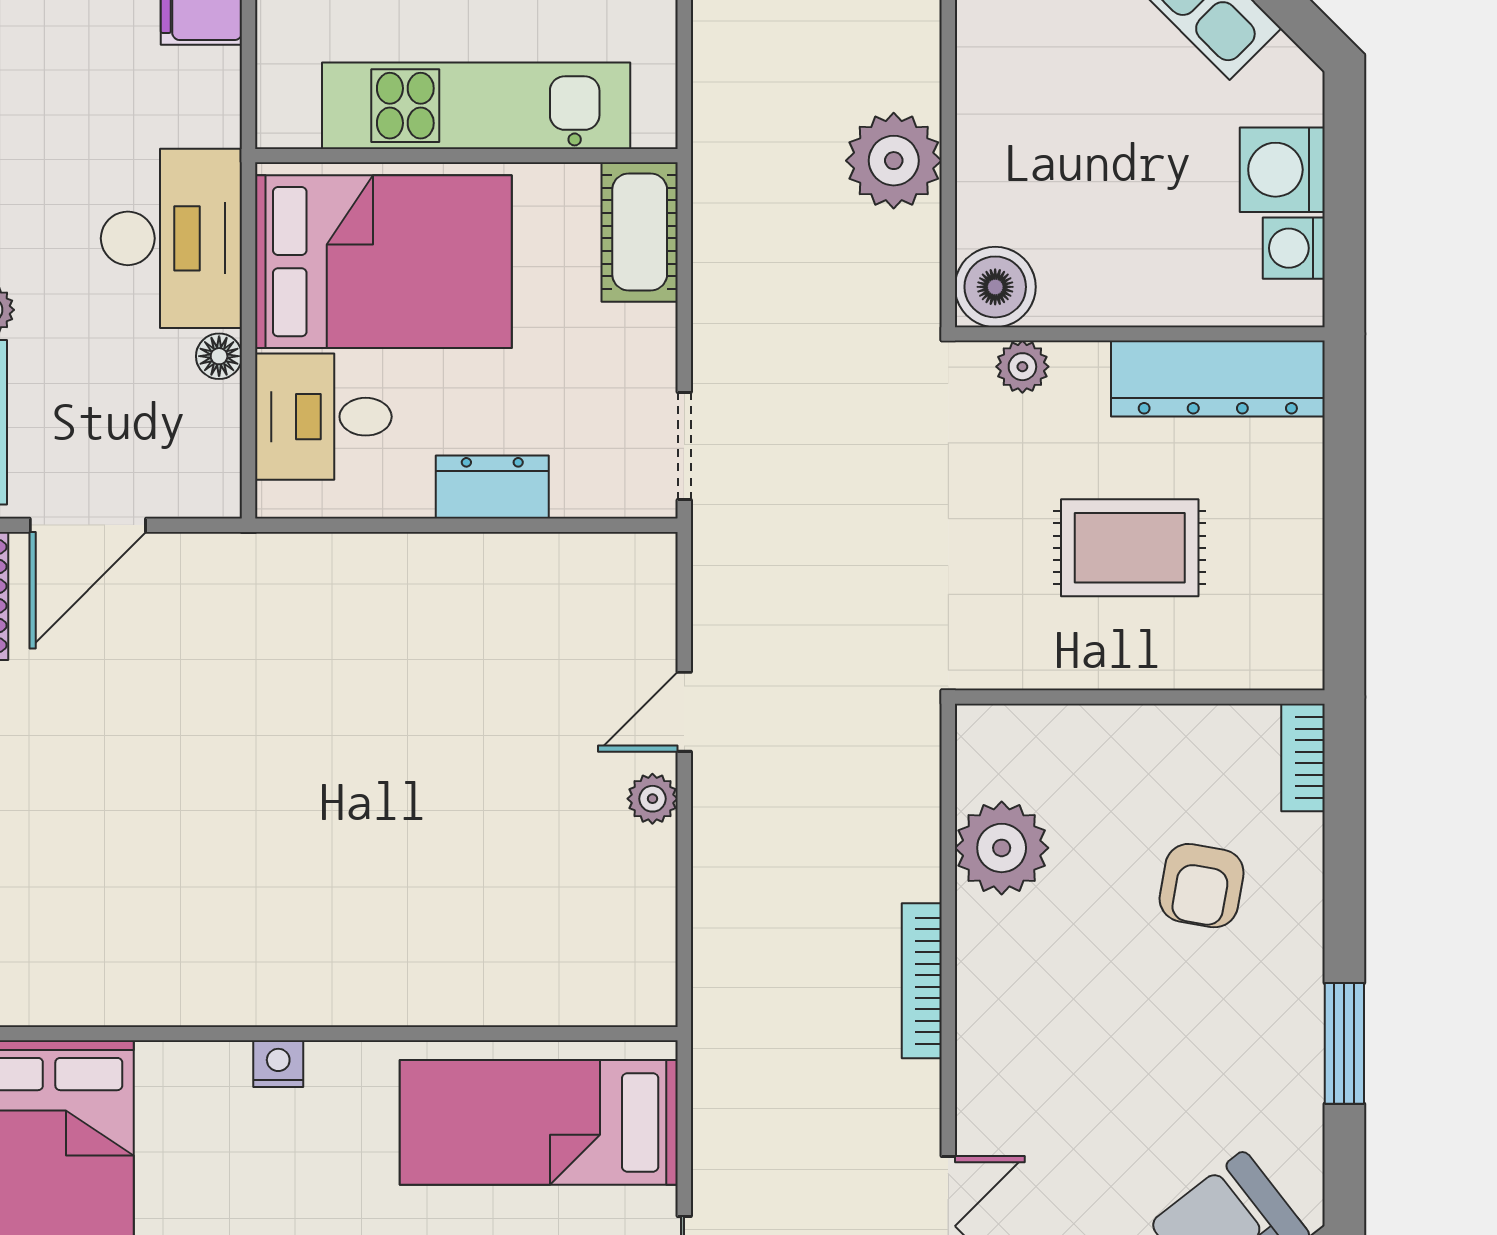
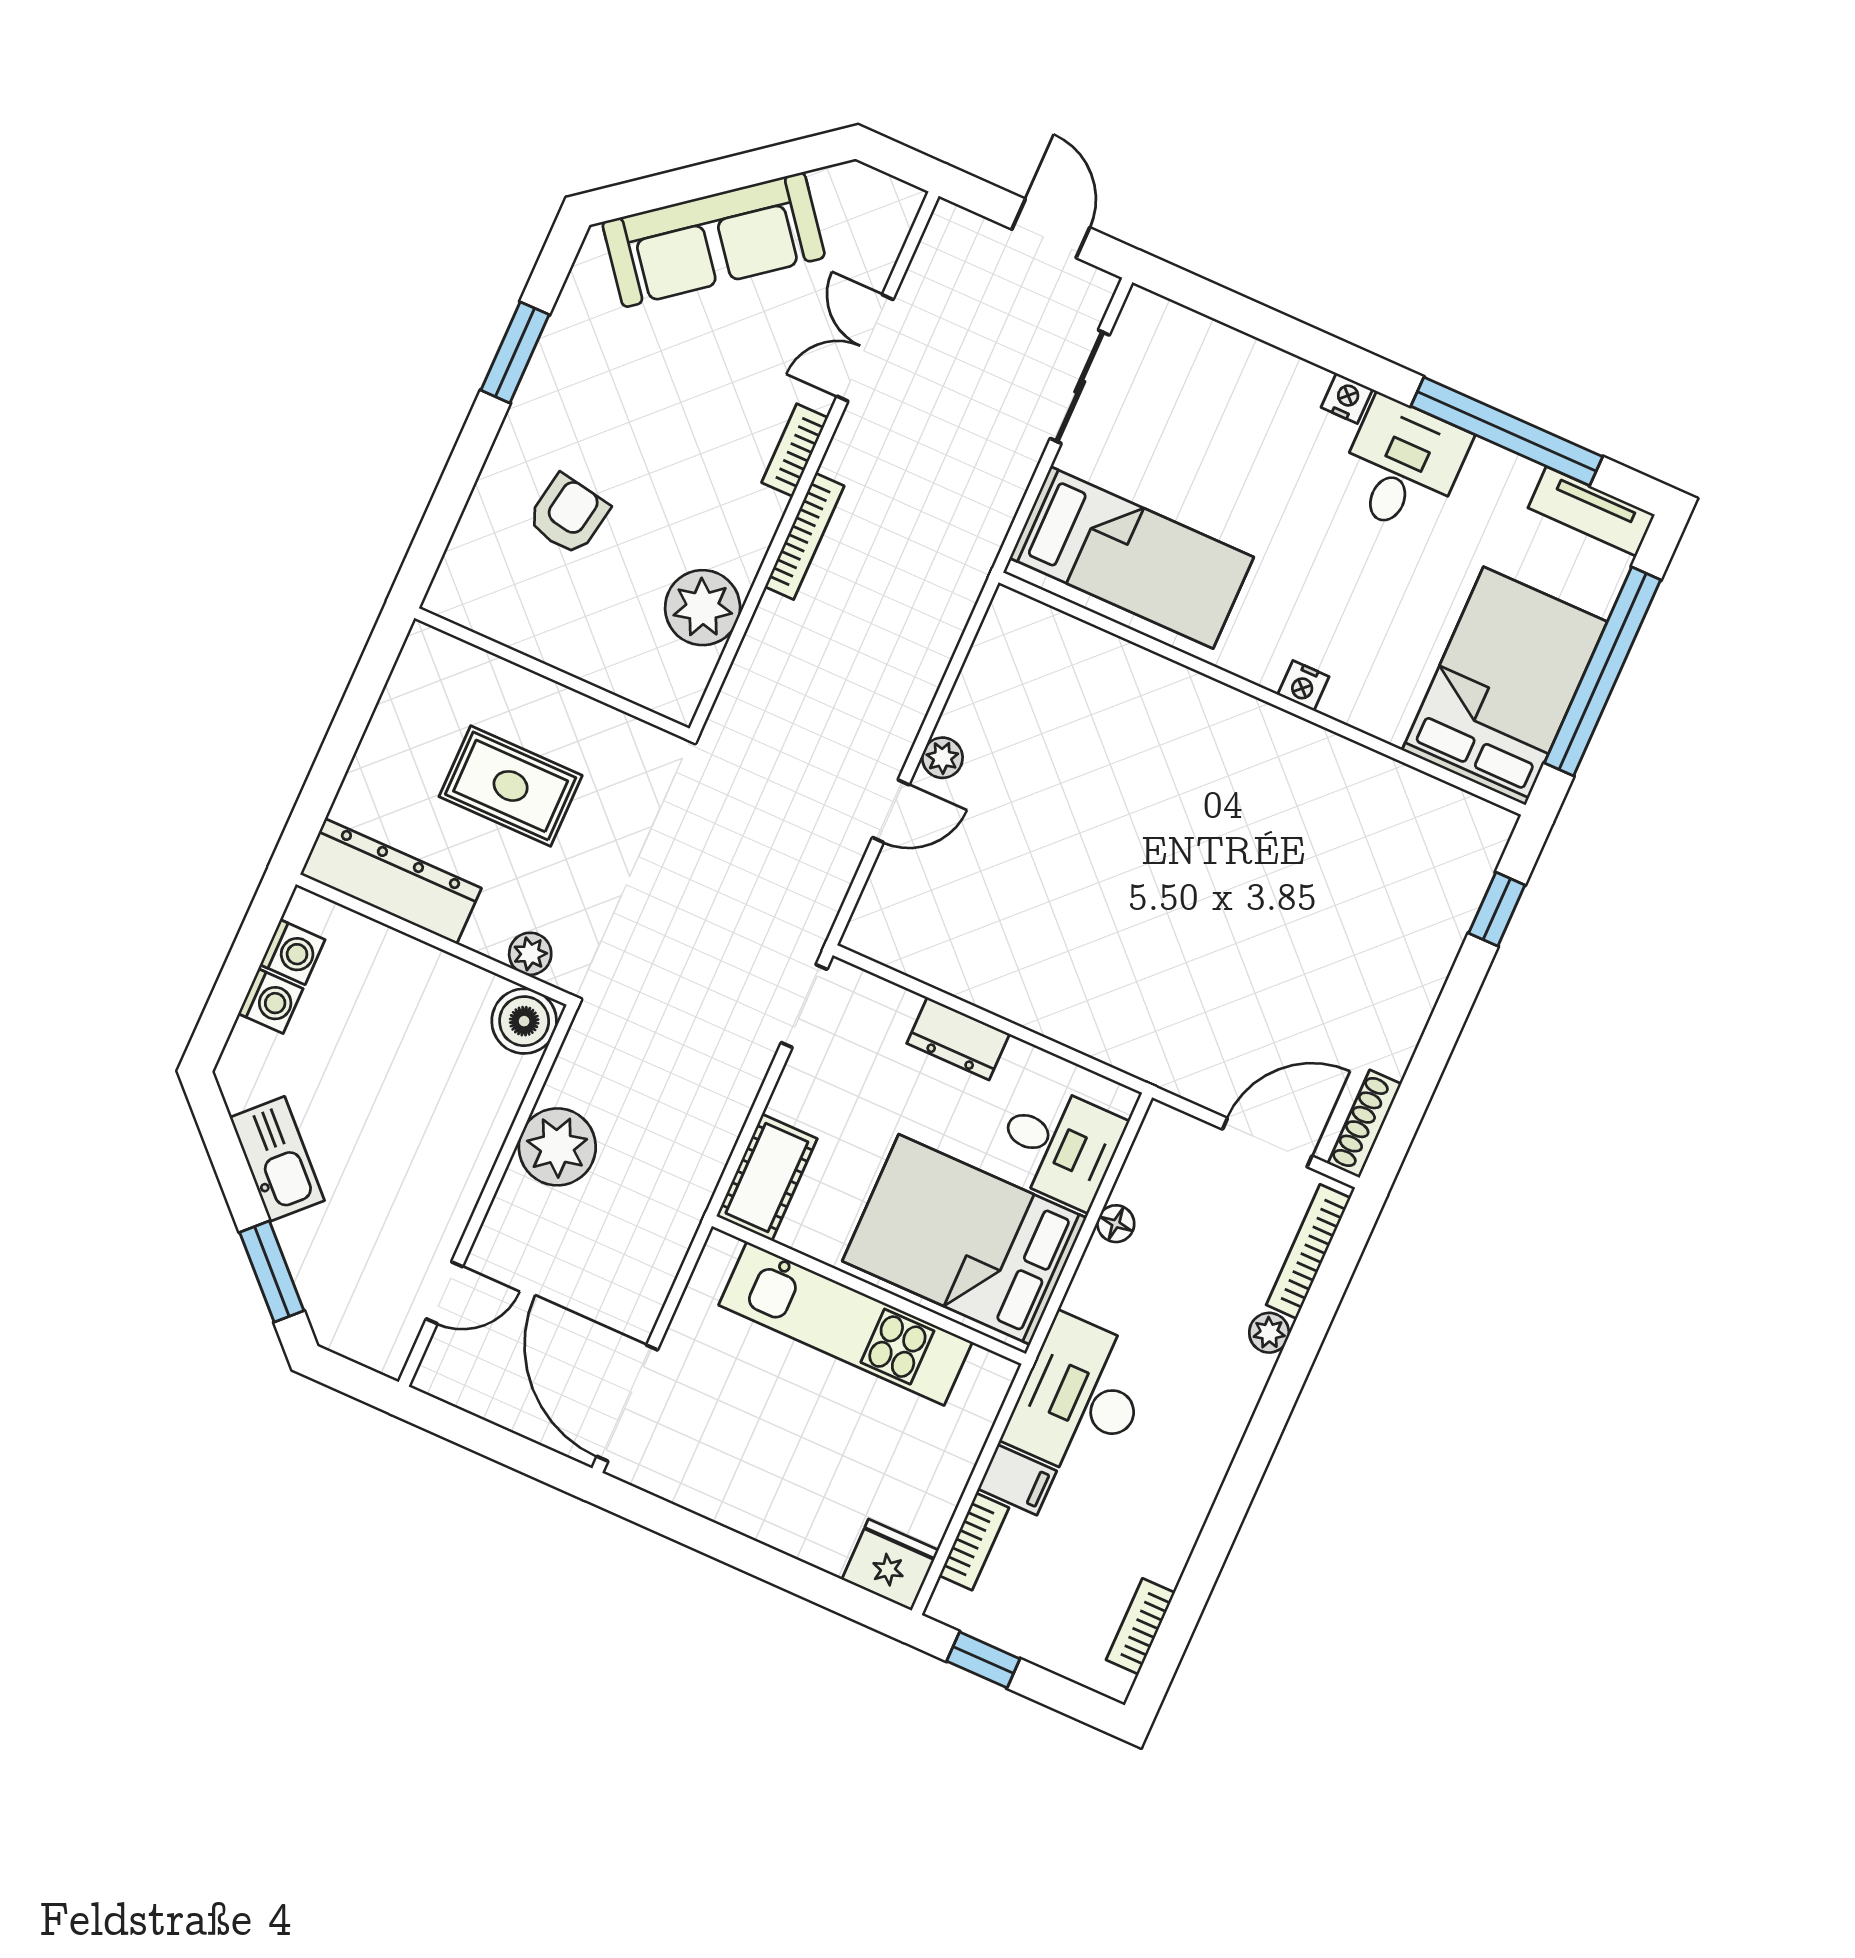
washing machine: (1282, 170) -> (271, 1001), width x0.73, depth x0.73
desk: (171, 238) -> (1080, 1398), moved
bookcase: (1303, 757) -> (795, 450), moved, turned 180

